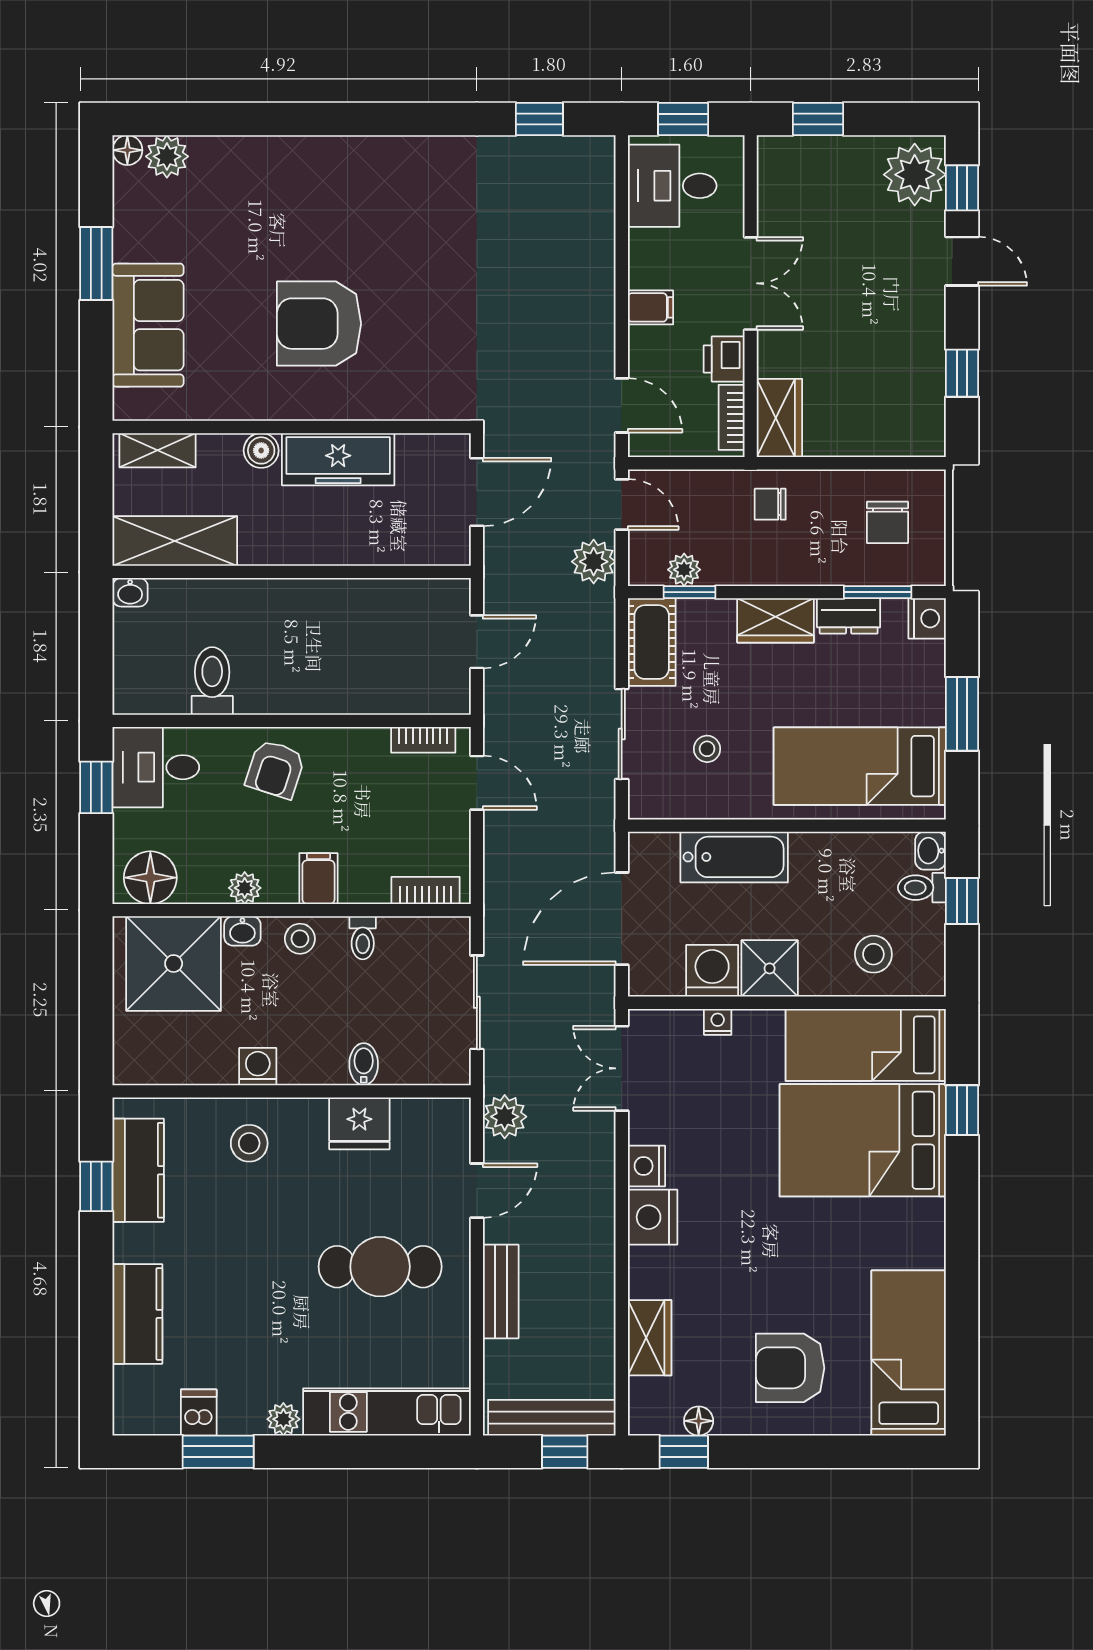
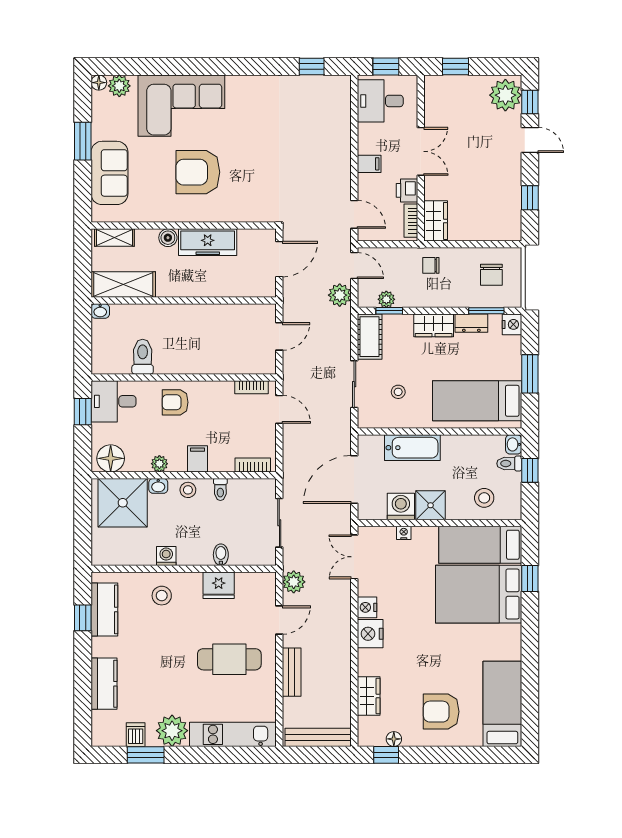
corner sofa: (287, 195) -> (181, 106), added
armchair: (275, 769) -> (175, 402), turned 72
plant: (283, 1419) -> (172, 731), width x1.87, depth x1.87
window: (565, 1452) -> (325, 755), removed

